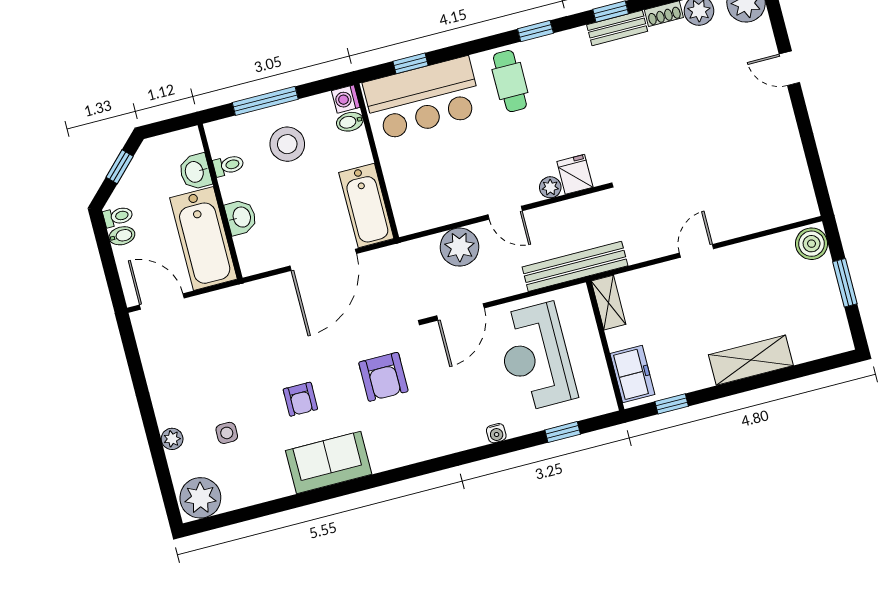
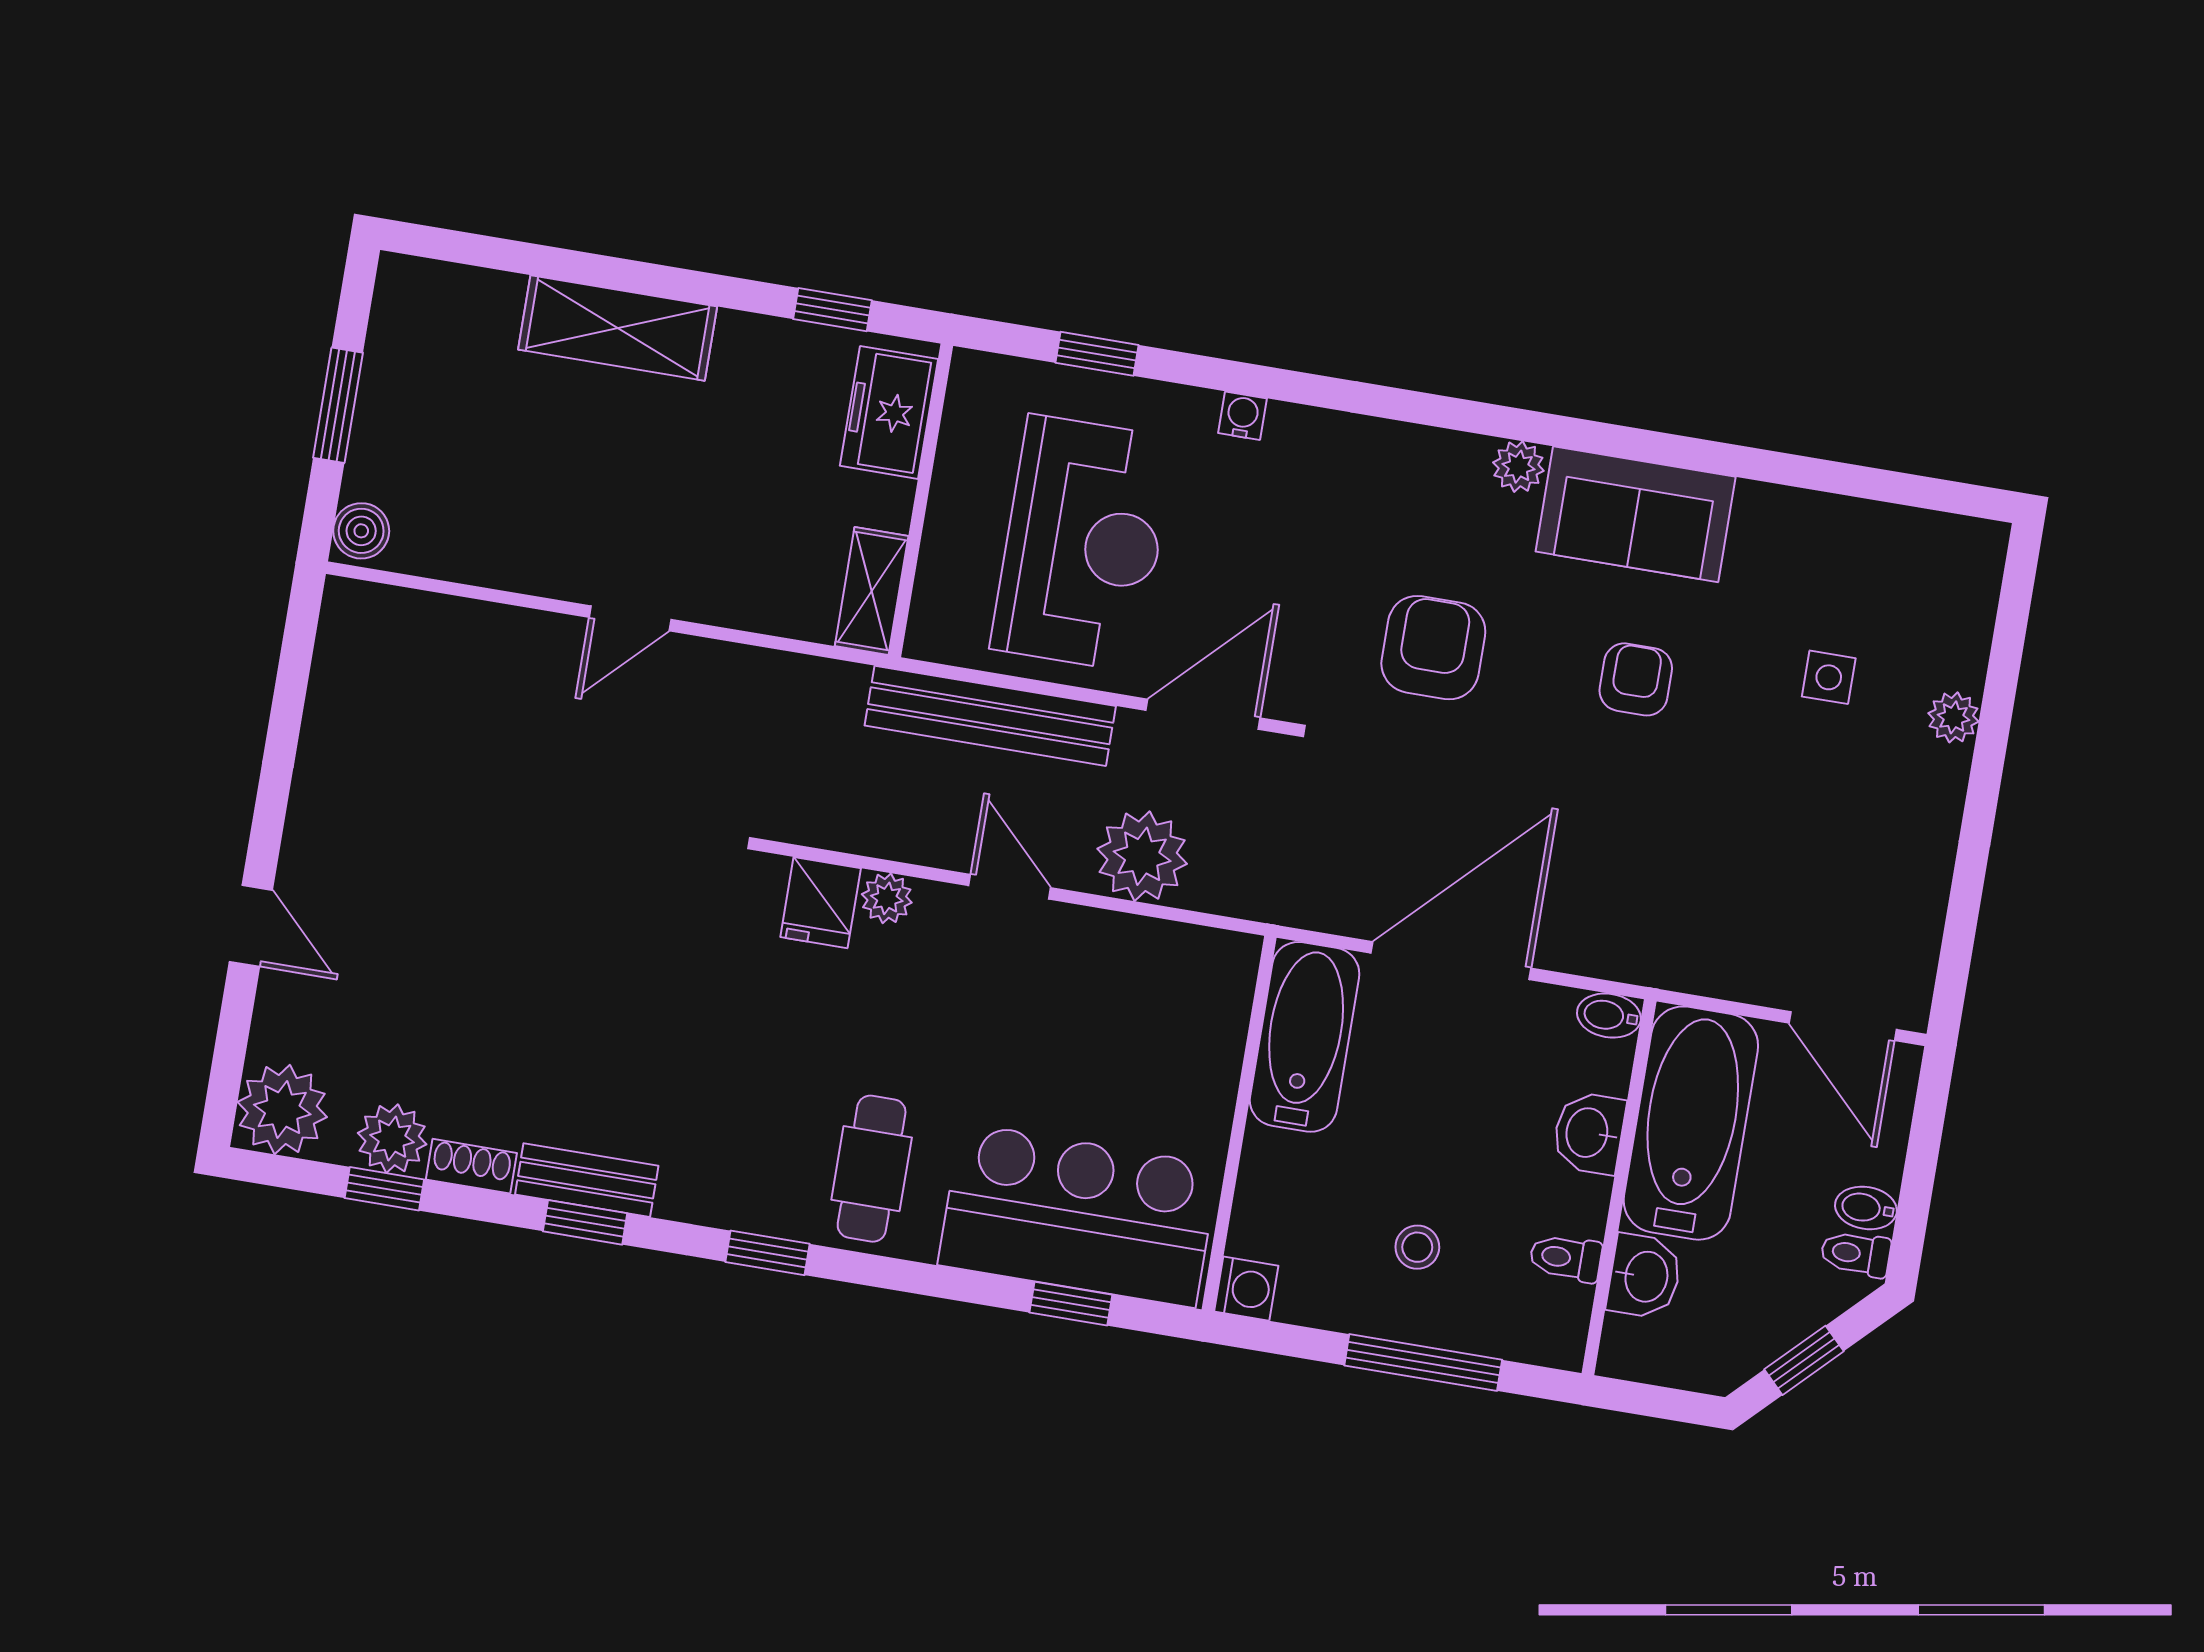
bidet: (350, 122) -> (1609, 1016), moved, turned 180
stool: (287, 144) -> (1417, 1247), width x0.53, depth x0.53
boiler: (812, 244) -> (361, 531), width x0.73, depth x0.73
bench: (575, 266) -> (990, 716), moved
plant: (200, 498) -> (1518, 467), moved, width x0.53, depth x0.53

